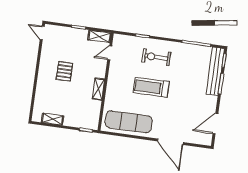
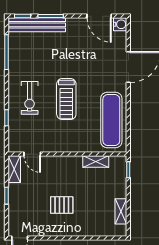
shelving: (98, 89) -> (96, 162), moved
water cooler: (206, 140) -> (120, 24), added

